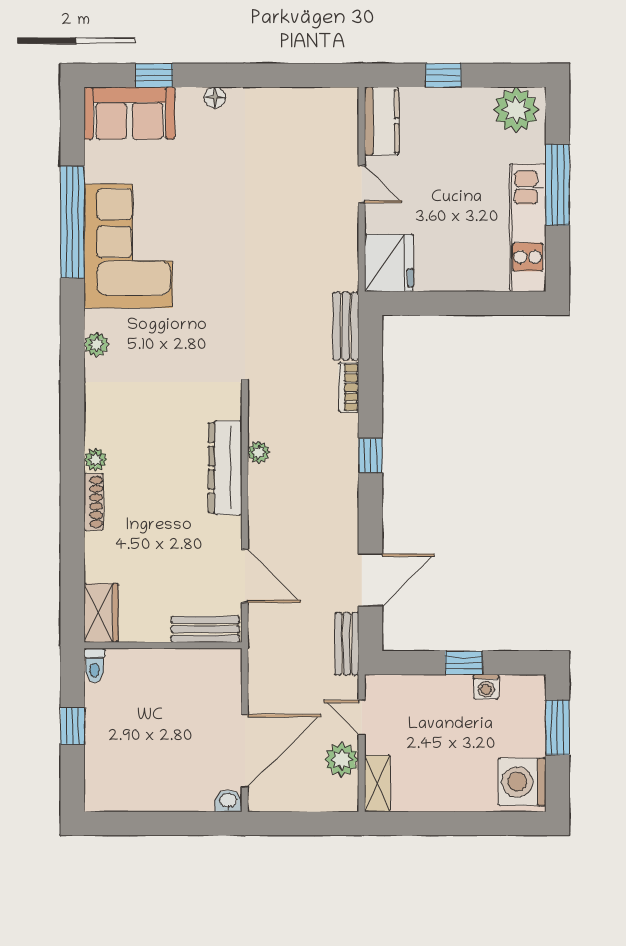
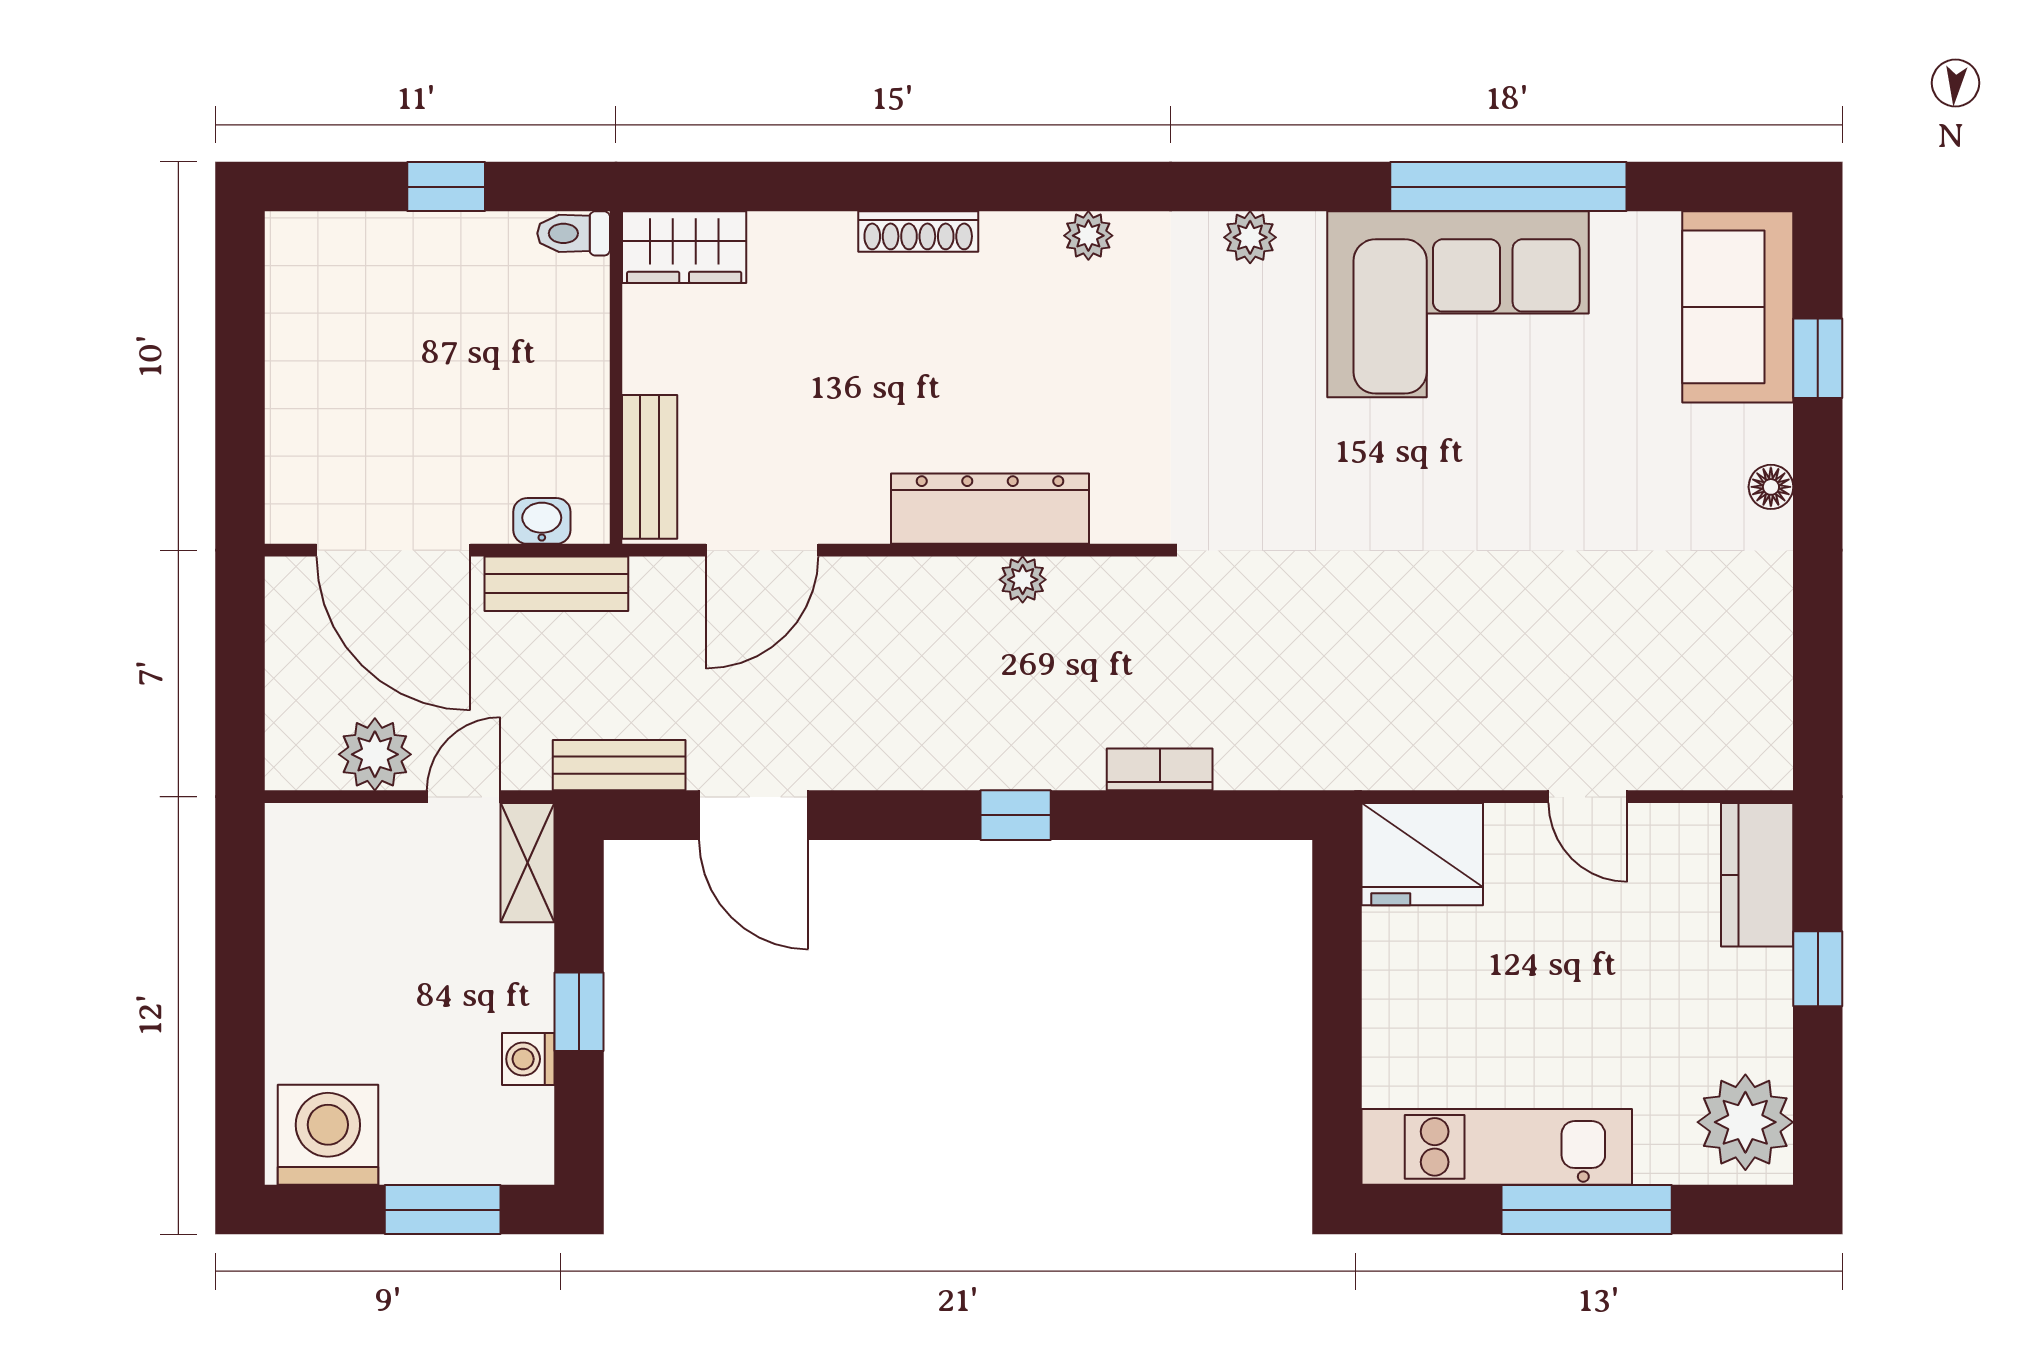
kitchen counter: (382, 121) -> (1757, 875), moved, turned 90
door: (362, 184) -> (1588, 797), hinge flipped
bench: (346, 326) -> (556, 584), moved
plant: (96, 460) -> (1088, 236), moved
shelving: (377, 783) -> (527, 863), moved, turned 90
washbasin: (228, 801) -> (542, 521), moved, turned -90

